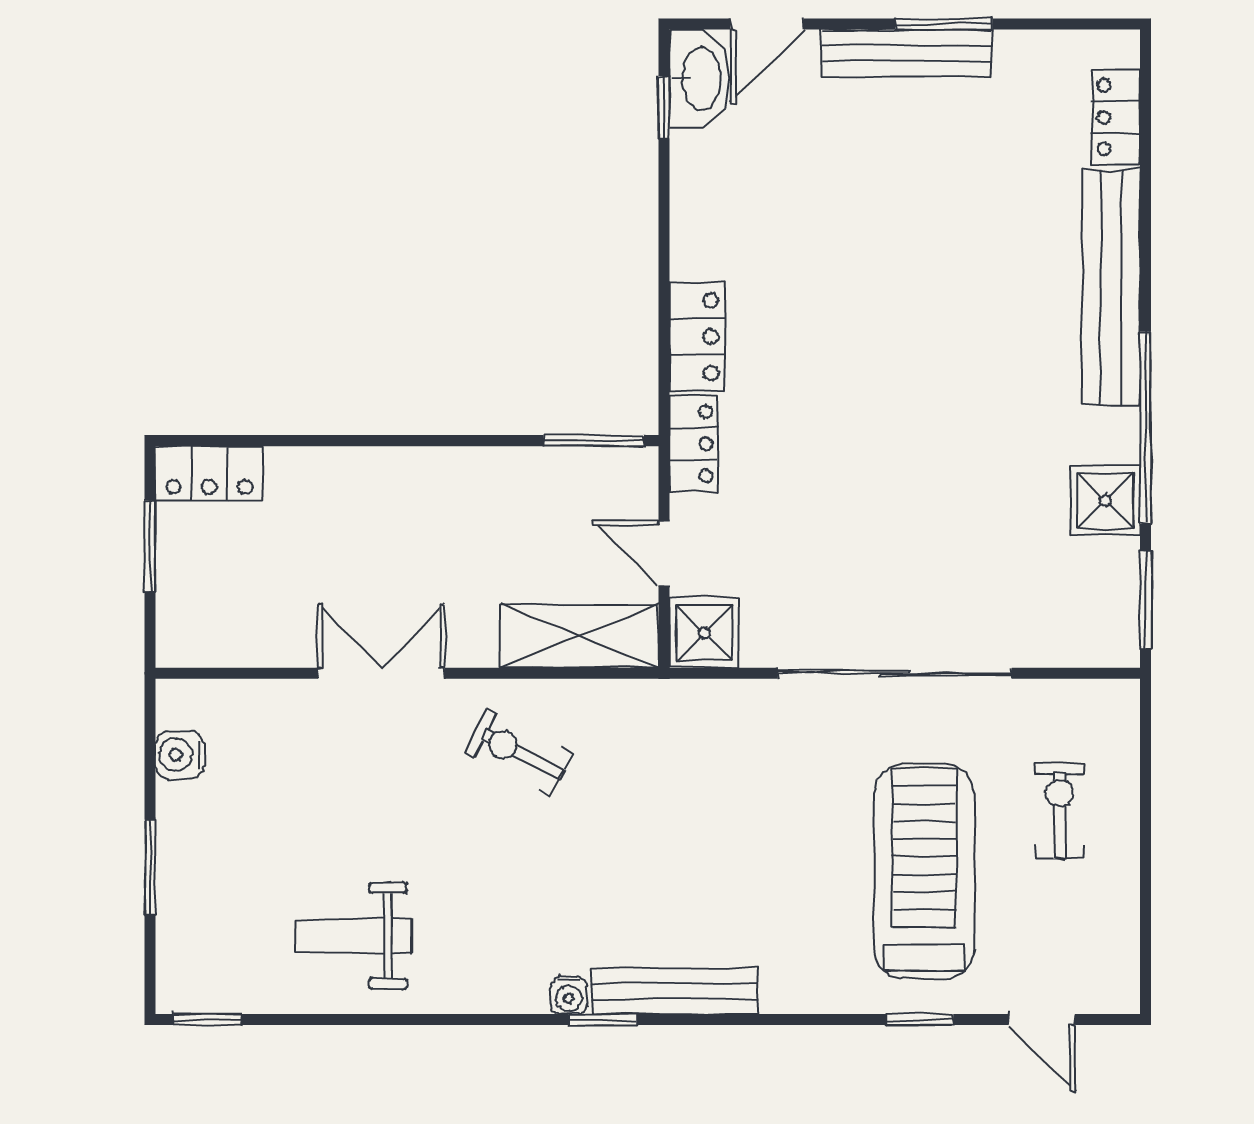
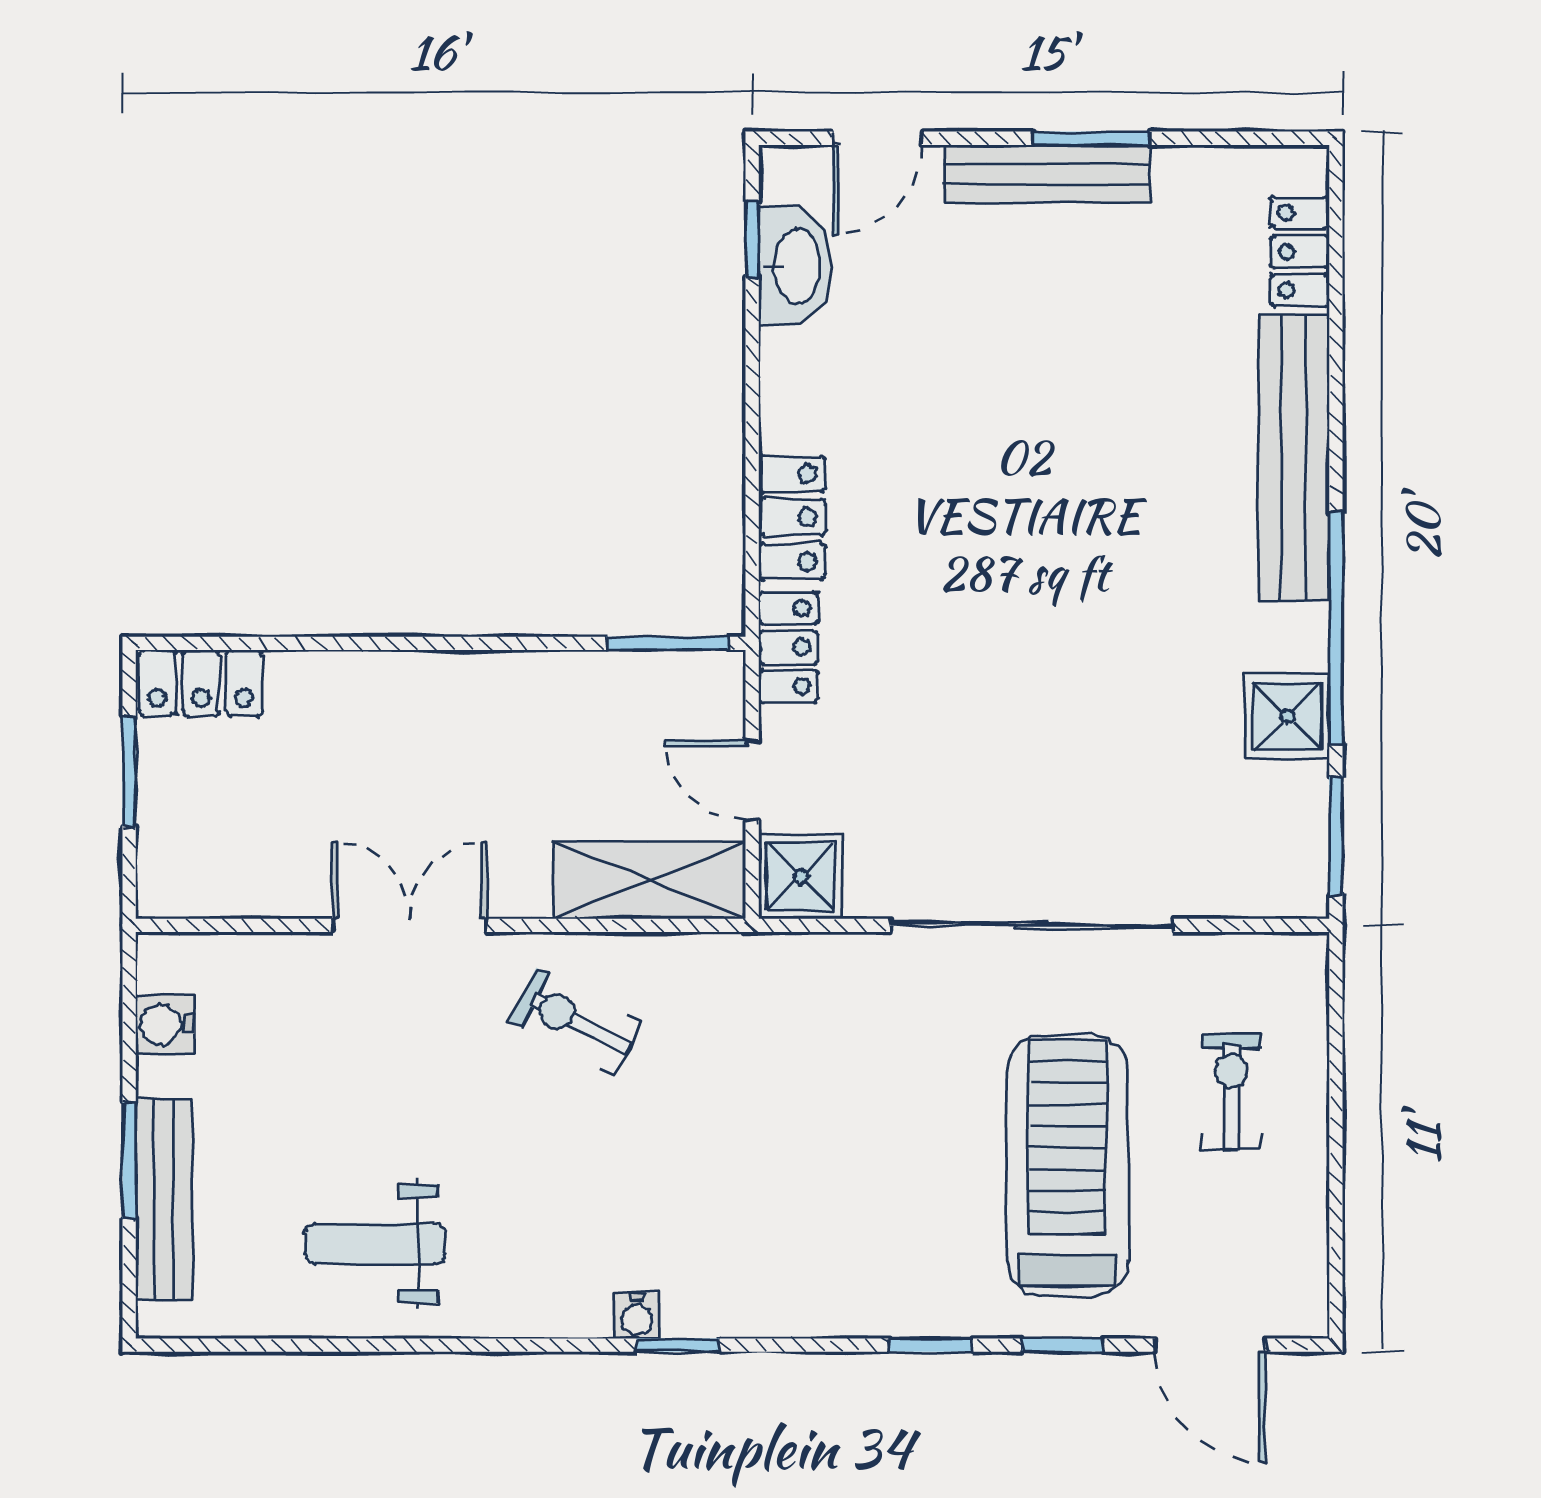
washbasin: (700, 79) -> (795, 266), moved
bench: (675, 991) -> (164, 1199), moved, turned 90
window: (208, 1020) -> (930, 1345), moved
door: (1042, 1020) -> (1210, 1345), width x1.38

